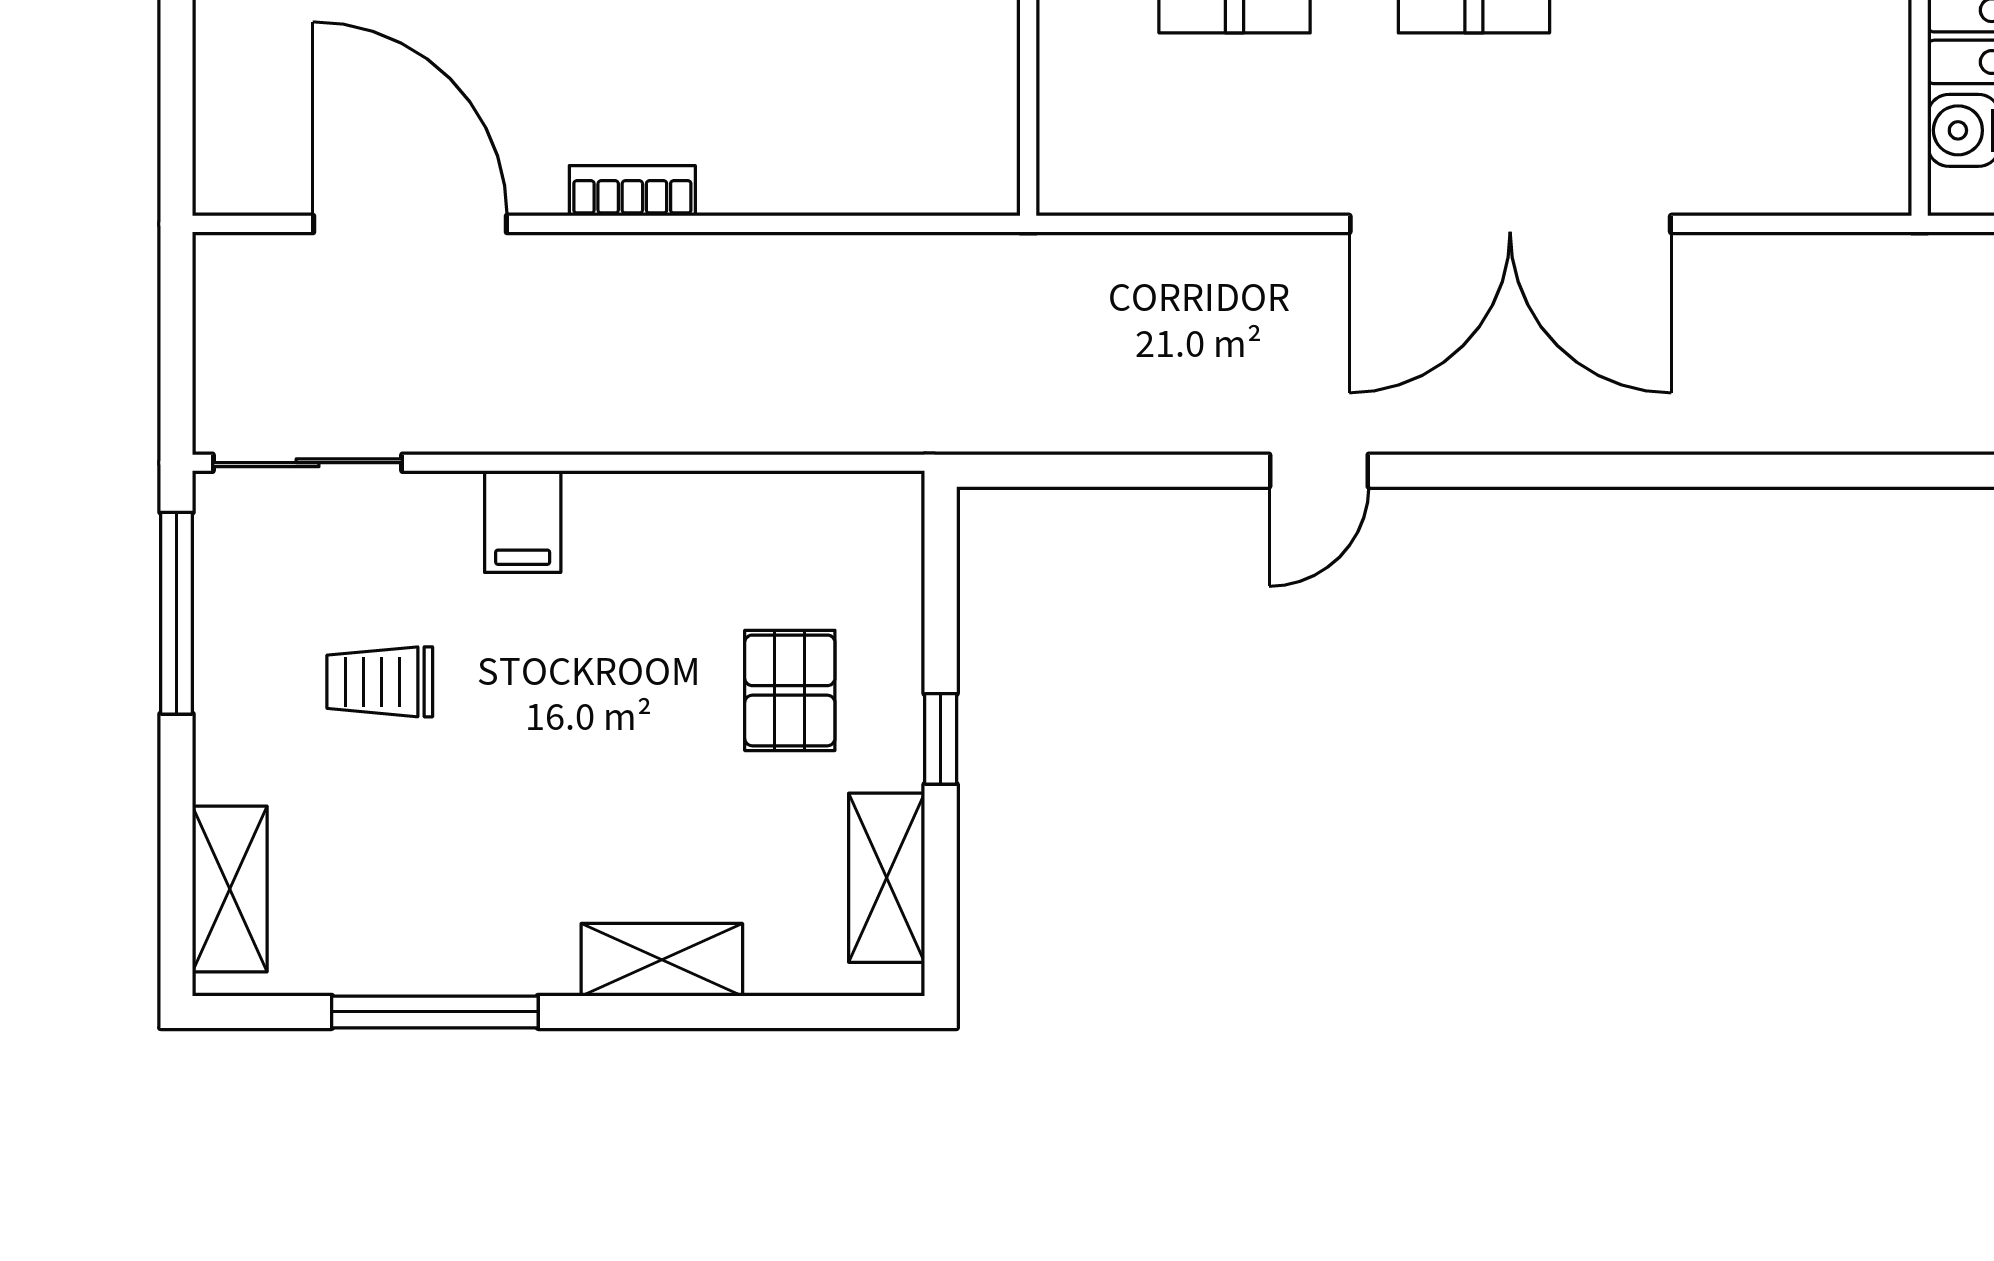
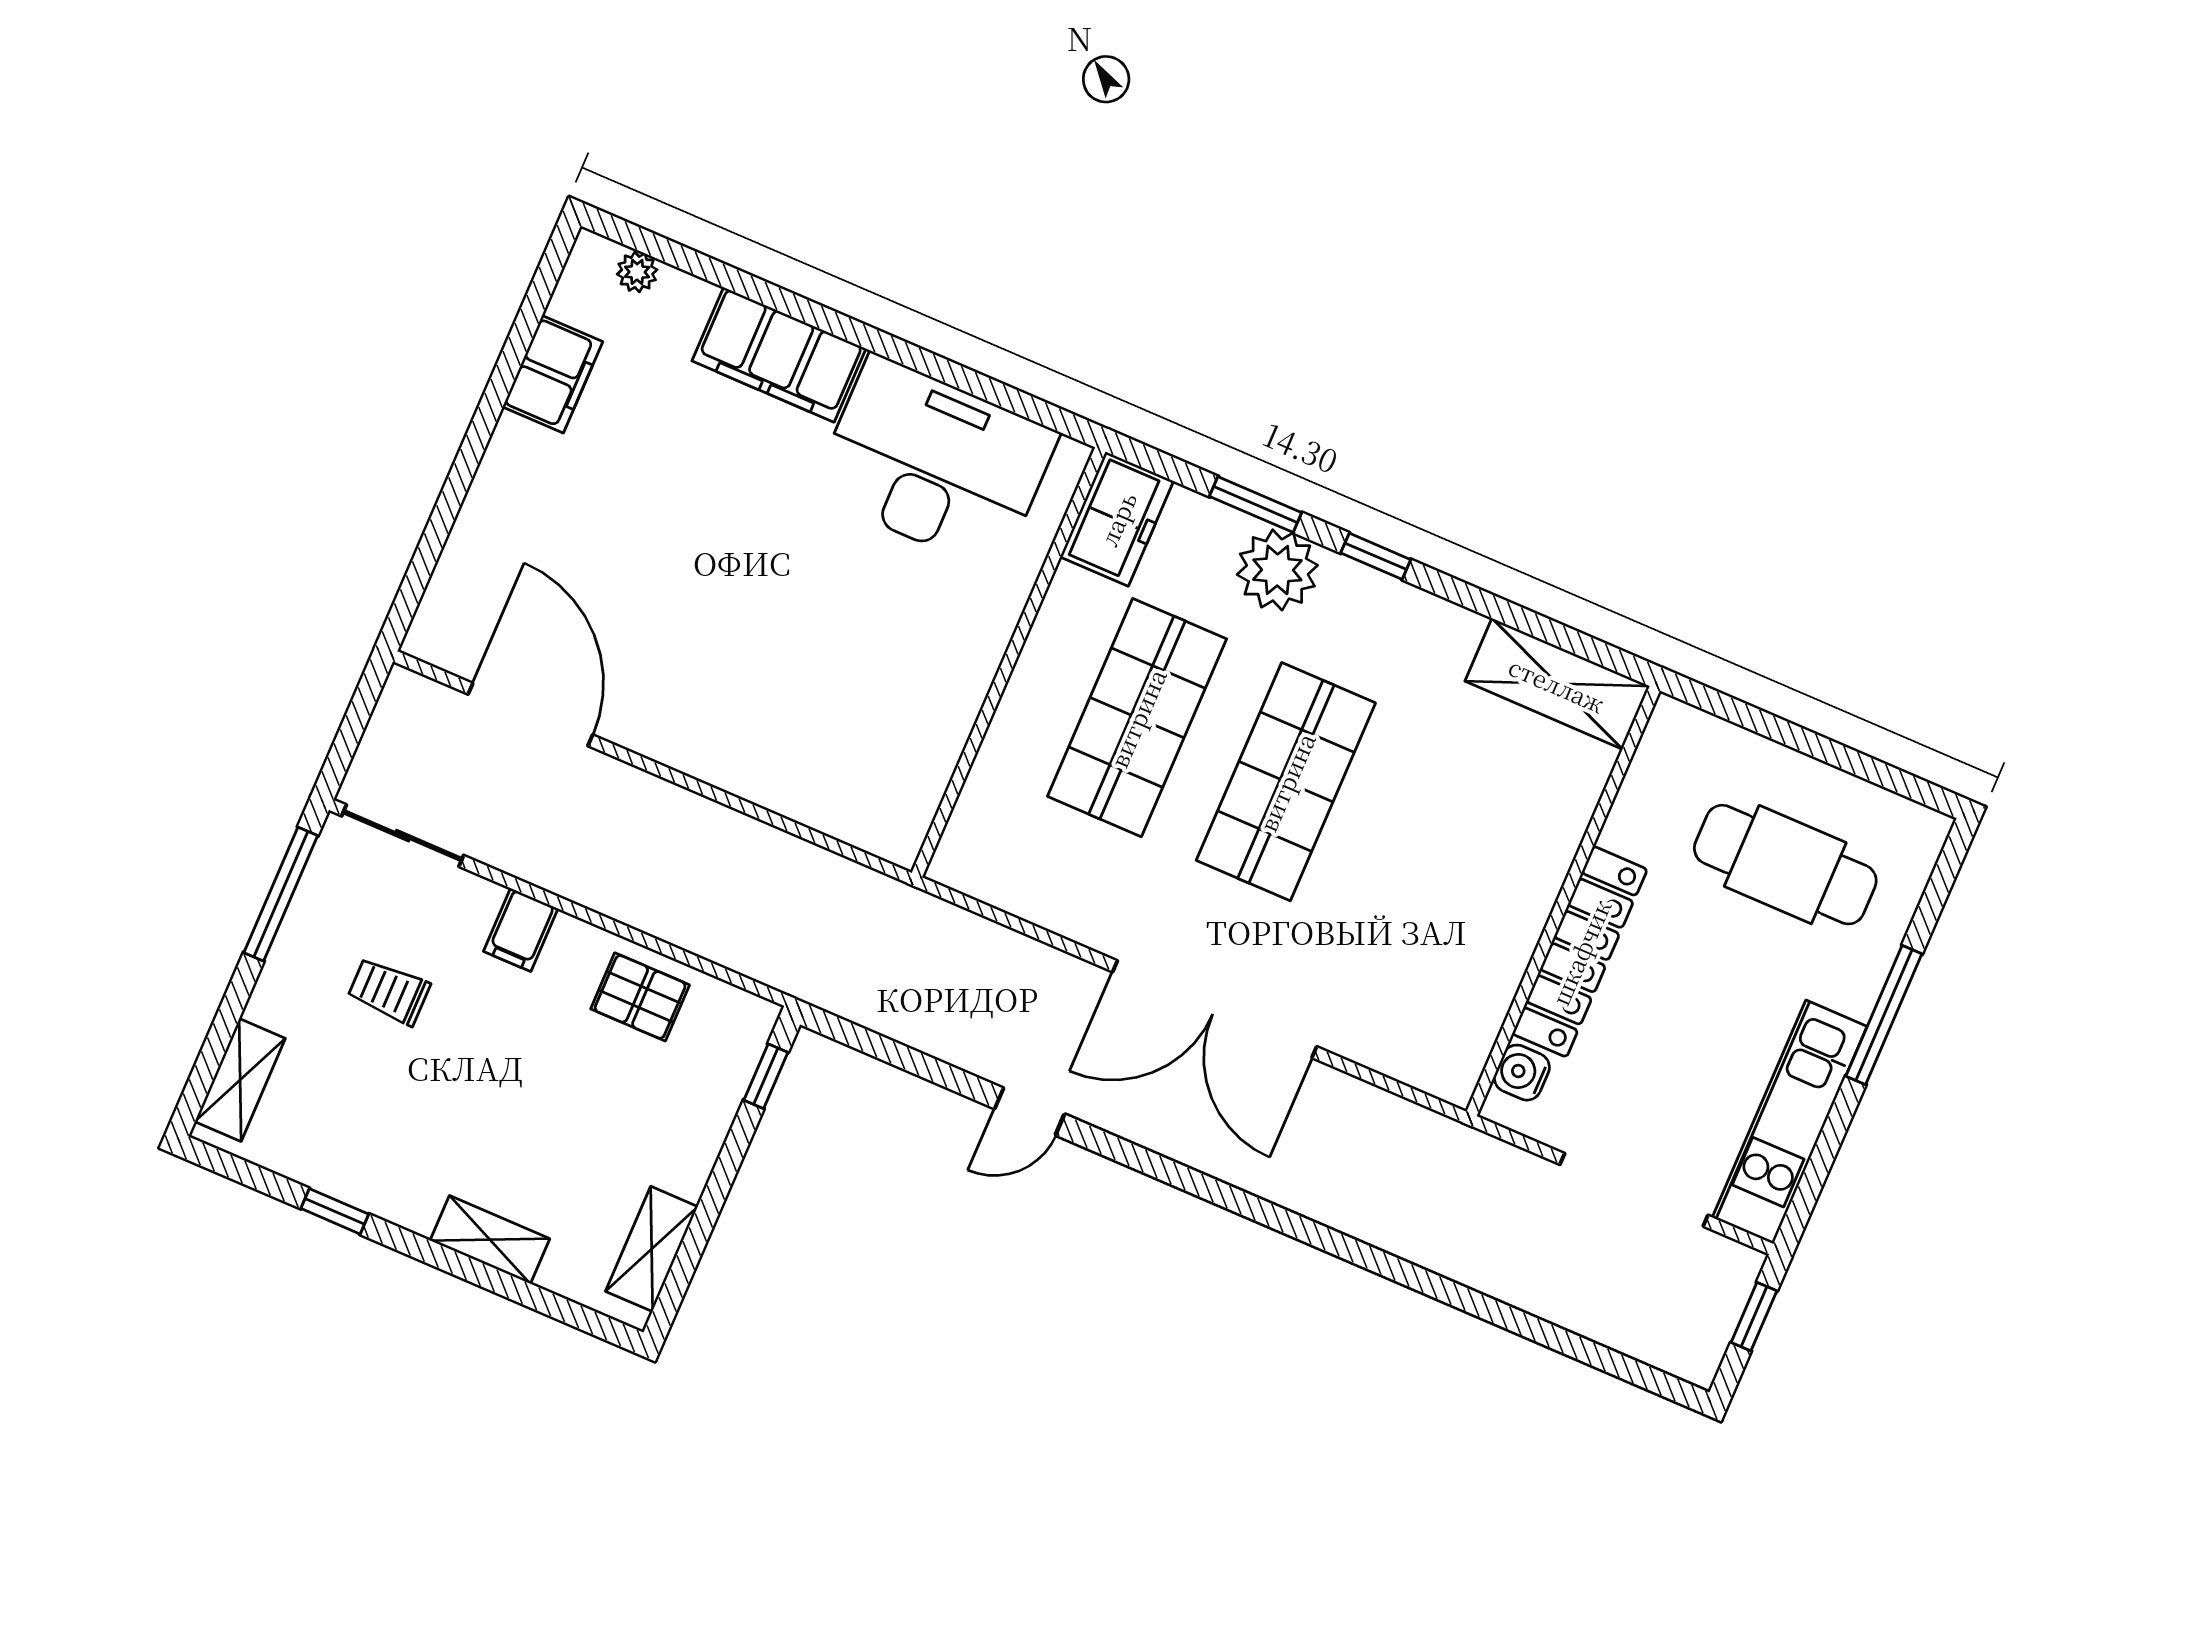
bookcase: (632, 191) -> (678, 753), removed
pallet: (790, 690) -> (640, 997), moved, turned 90
window: (941, 739) -> (766, 1076), moved
window: (435, 1012) -> (335, 1211), width x0.46

